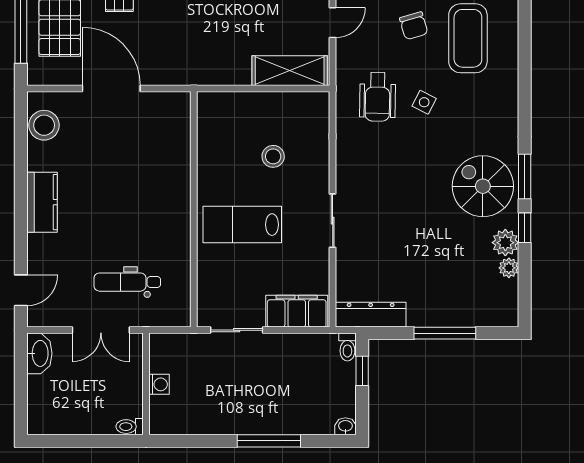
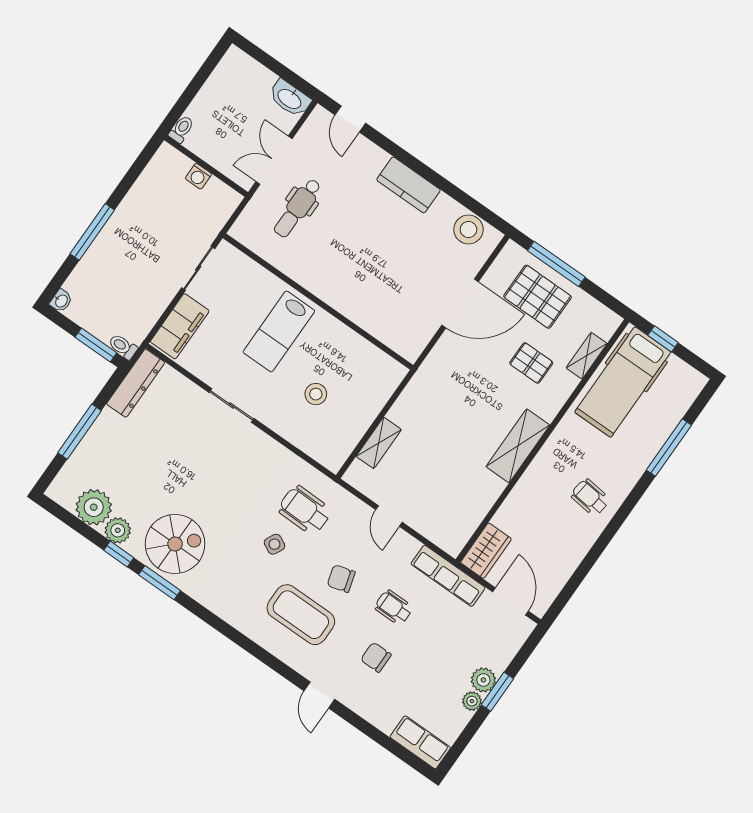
shelving: (290, 71) -> (379, 443), width x0.67, depth x0.75
lab bench: (242, 225) -> (279, 331), turned 180
plant: (509, 268) -> (94, 507), width x1.88, depth x1.88
dental chair: (127, 282) -> (297, 208), turned 180
window: (362, 371) -> (96, 345), width x1.50

